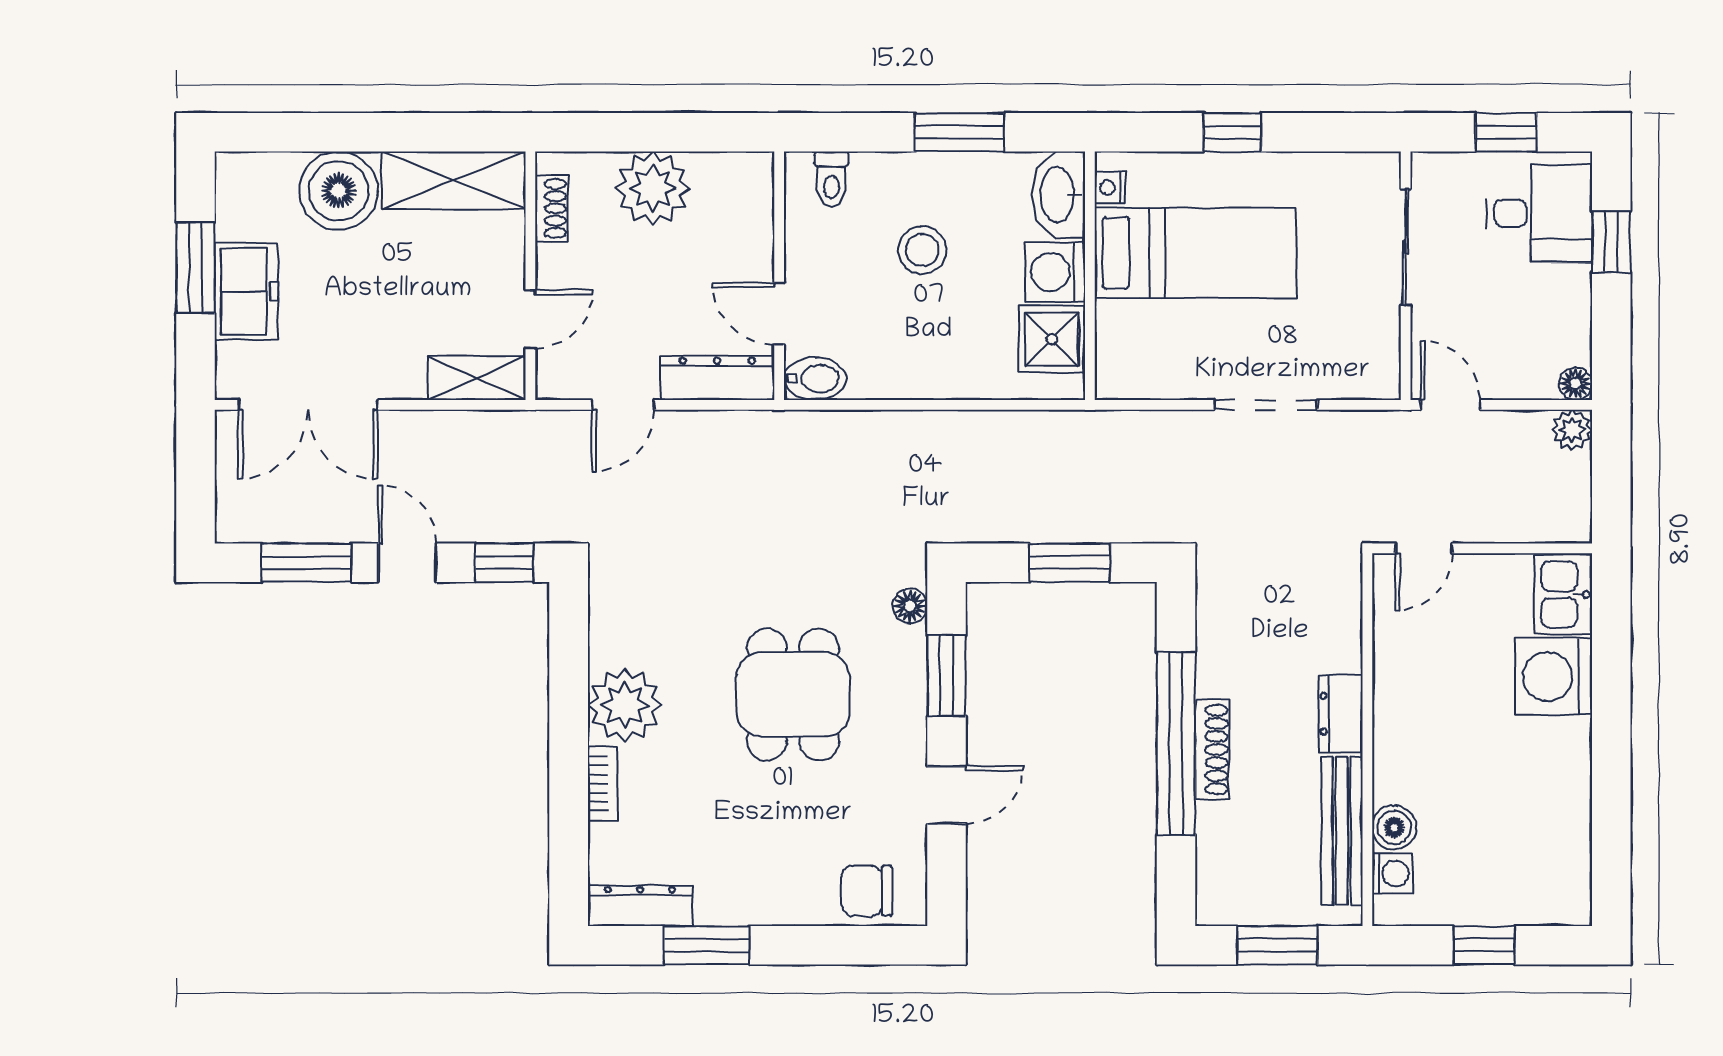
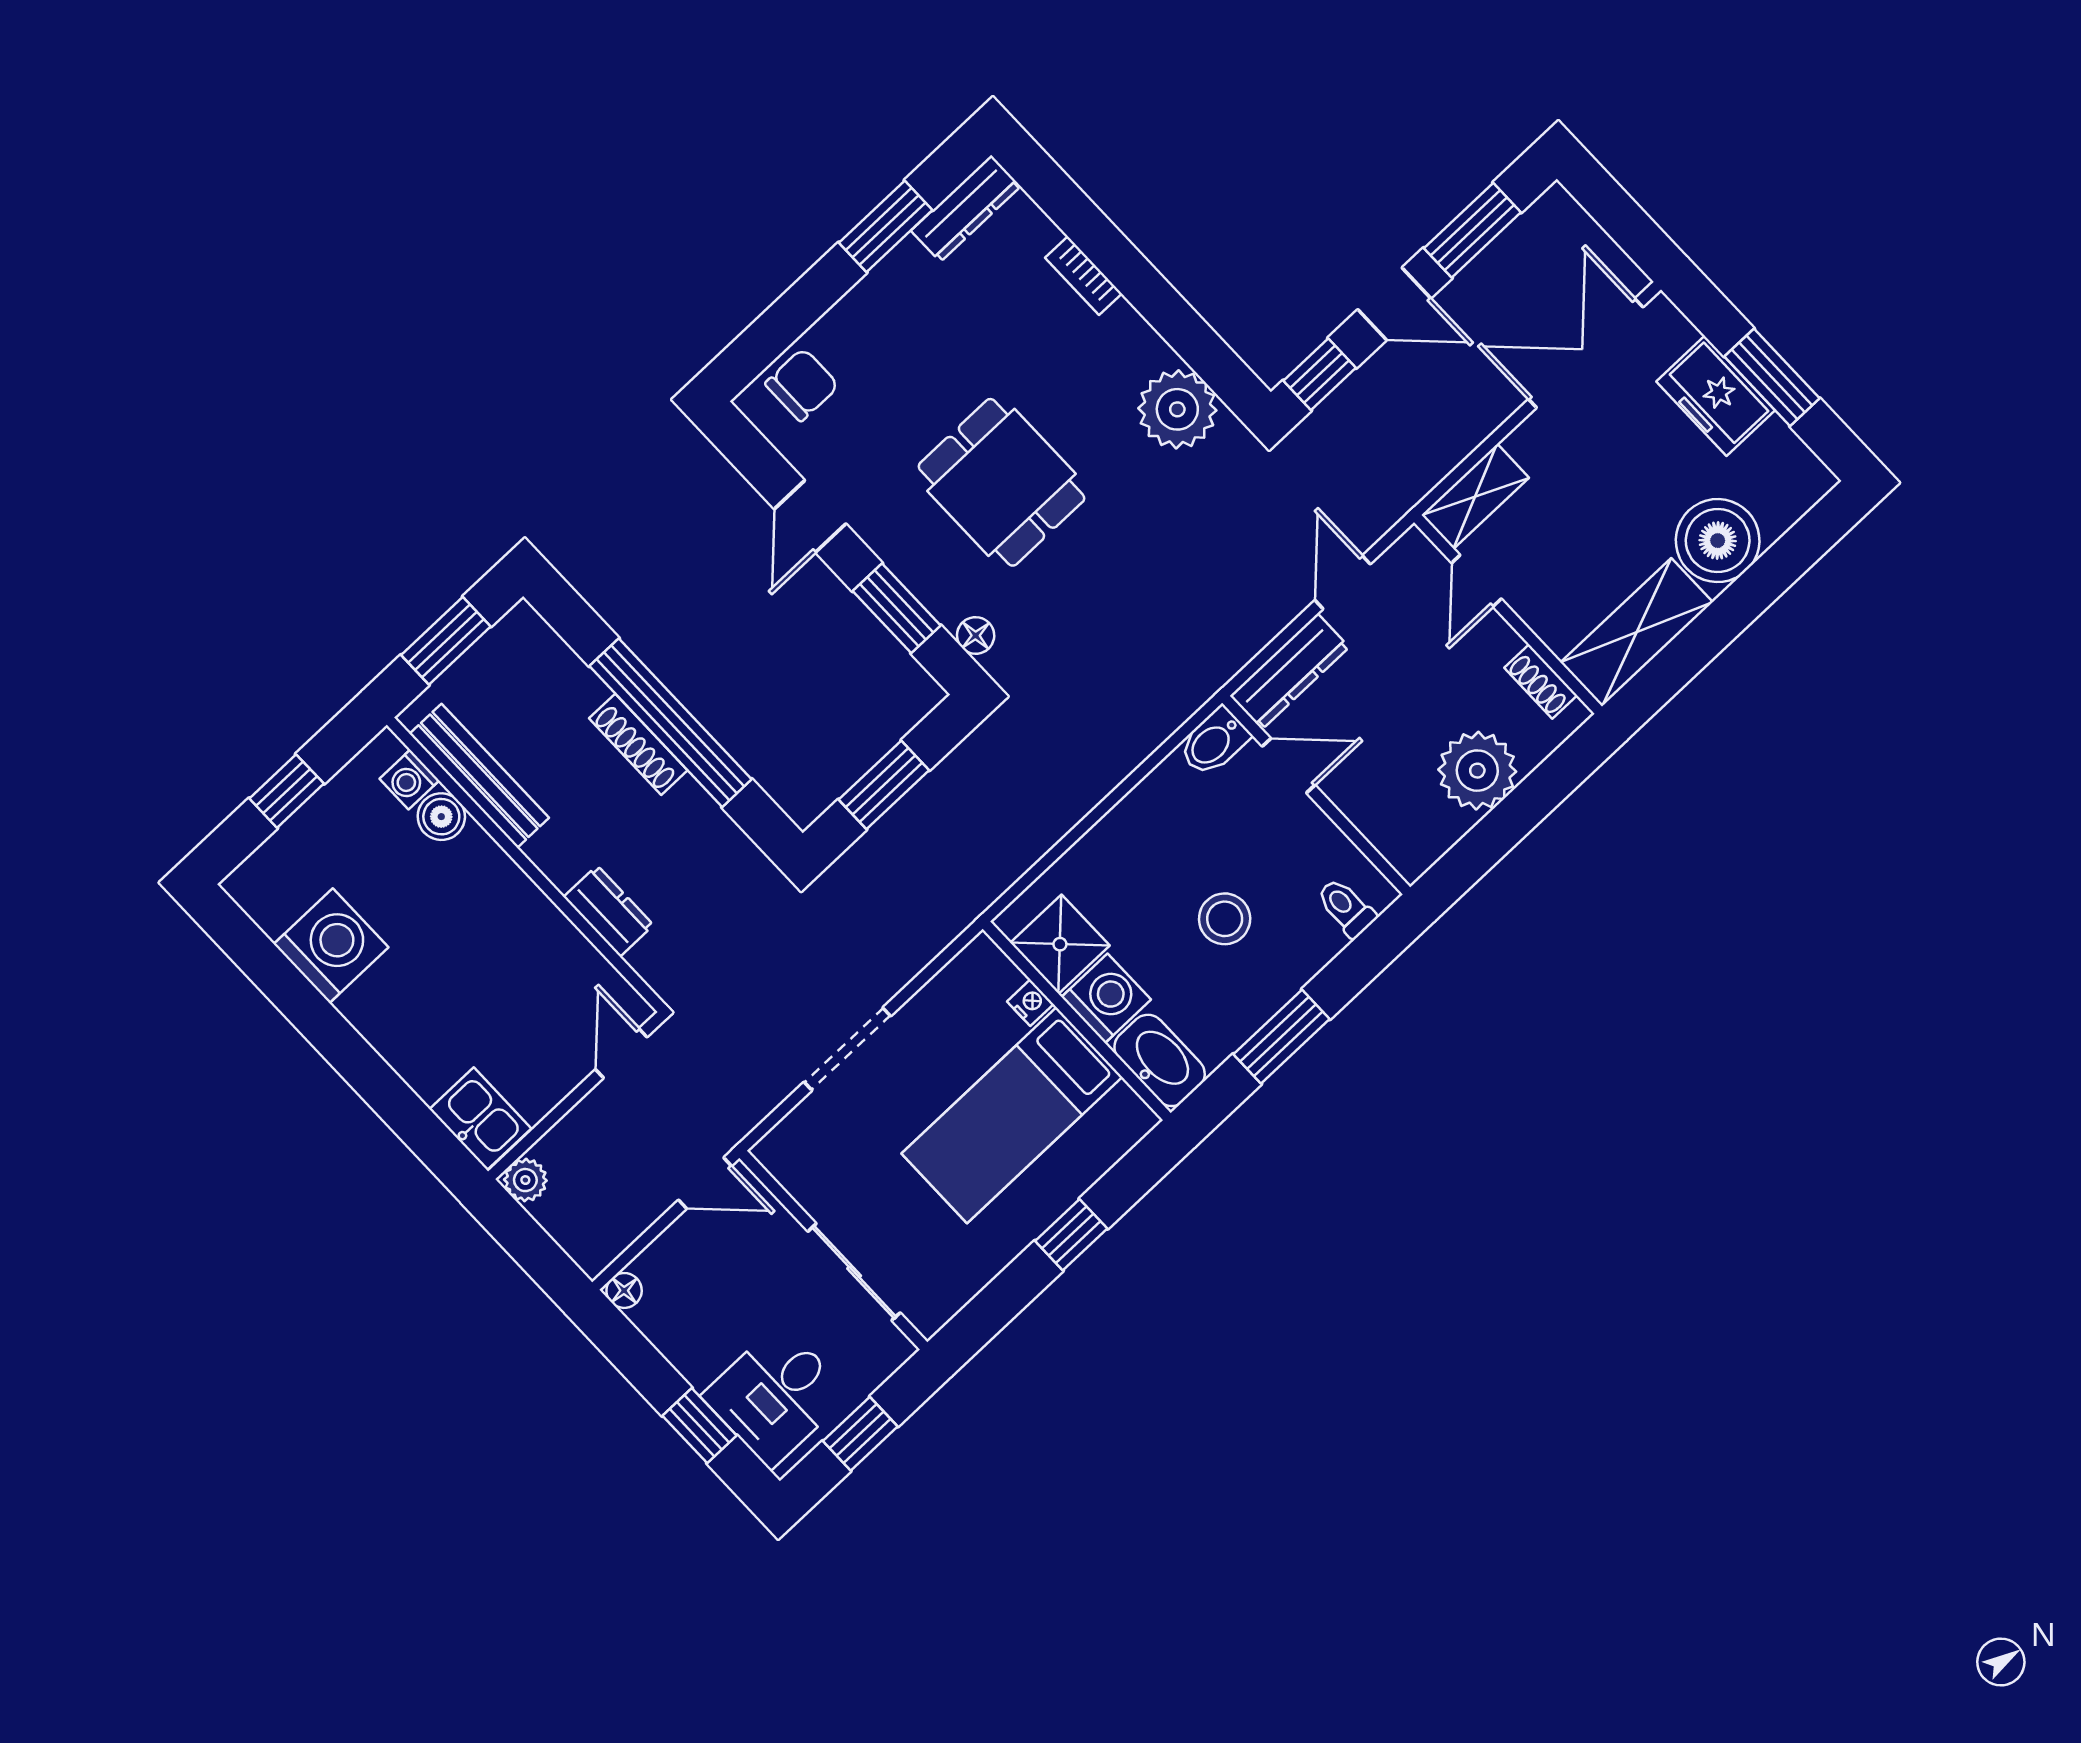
nightstand: (1110, 188) -> (1030, 1003), moved
plant: (1572, 430) -> (525, 1180), moved
washing machine: (1554, 677) -> (331, 946), moved
plant: (625, 705) -> (1177, 409), moved
dresser: (1341, 714) -> (608, 911), moved

